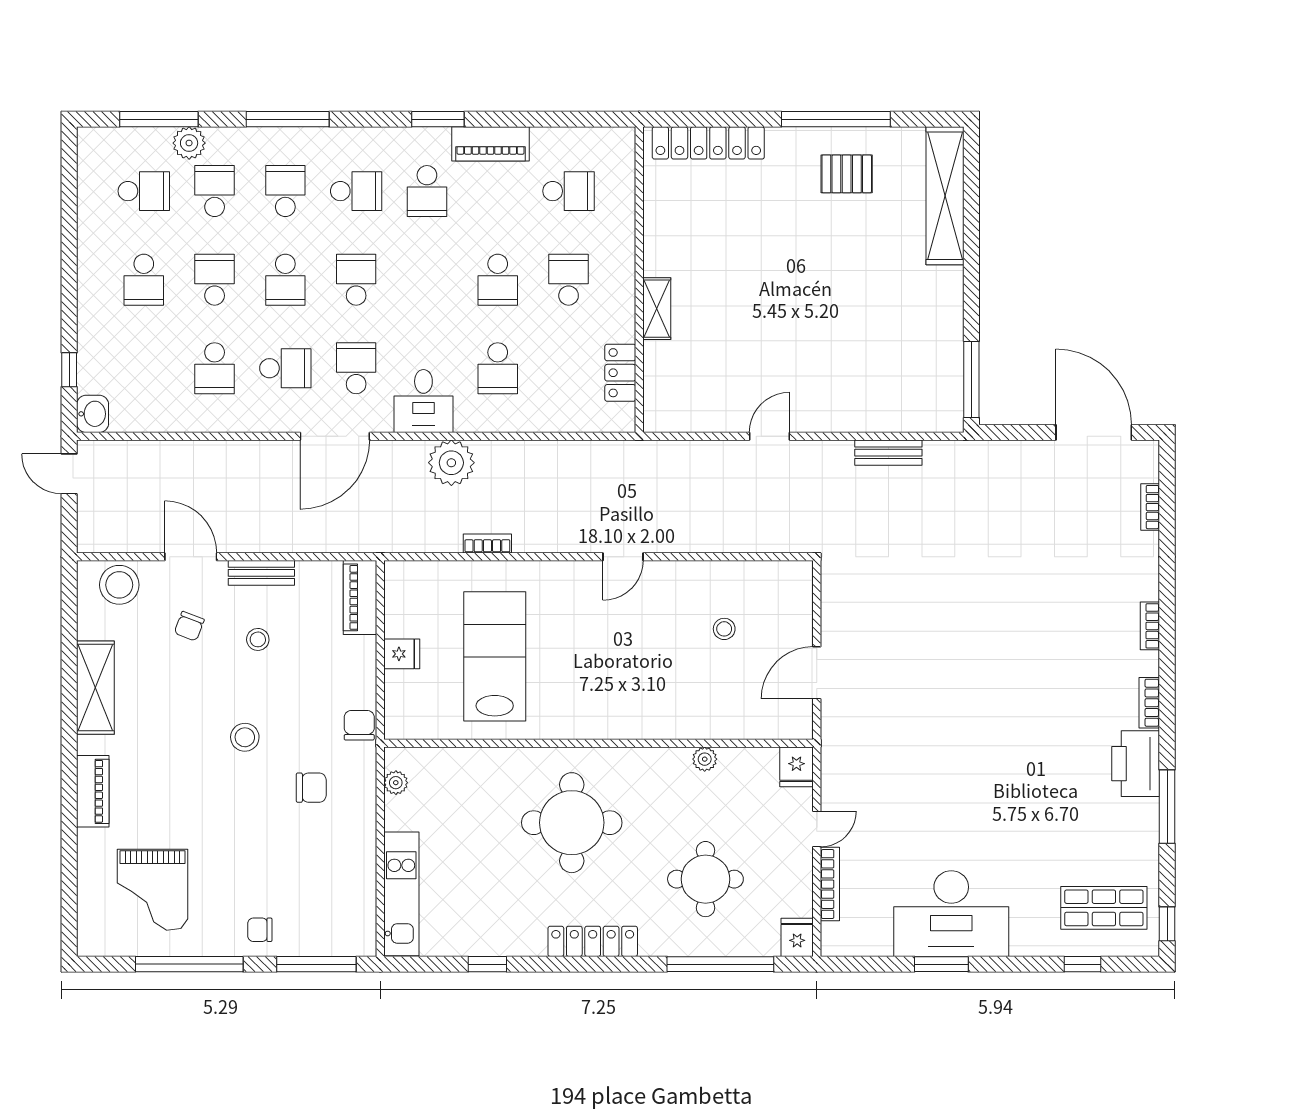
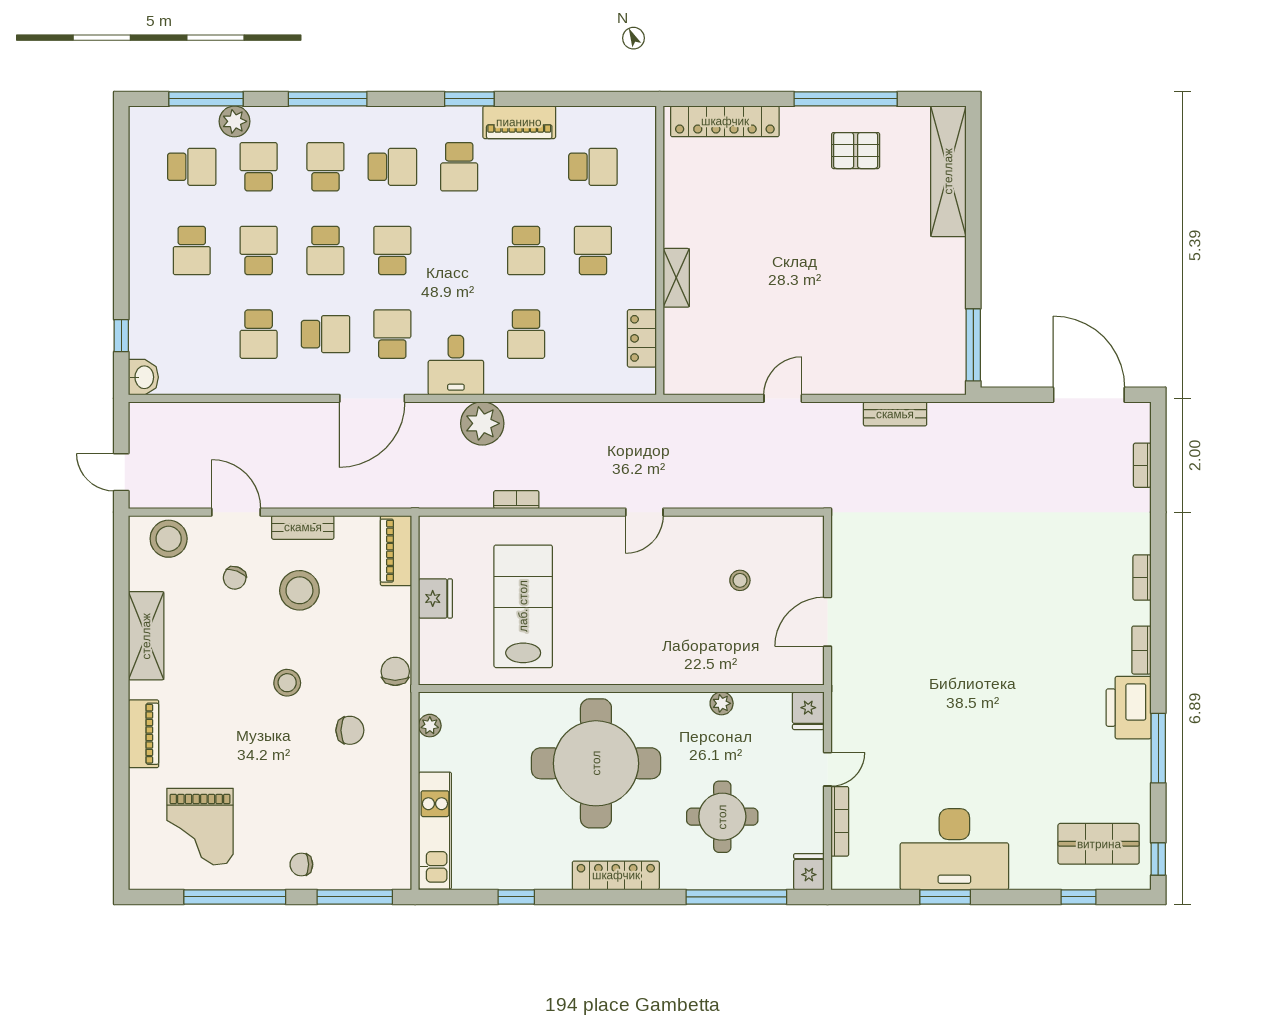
door: (69, 474) -> (121, 472), moved
stool: (258, 639) -> (299, 590), width x1.89, depth x1.89
fridge: (402, 654) -> (435, 598), width x1.38
round table: (572, 823) -> (596, 763), width x1.36, depth x1.36

